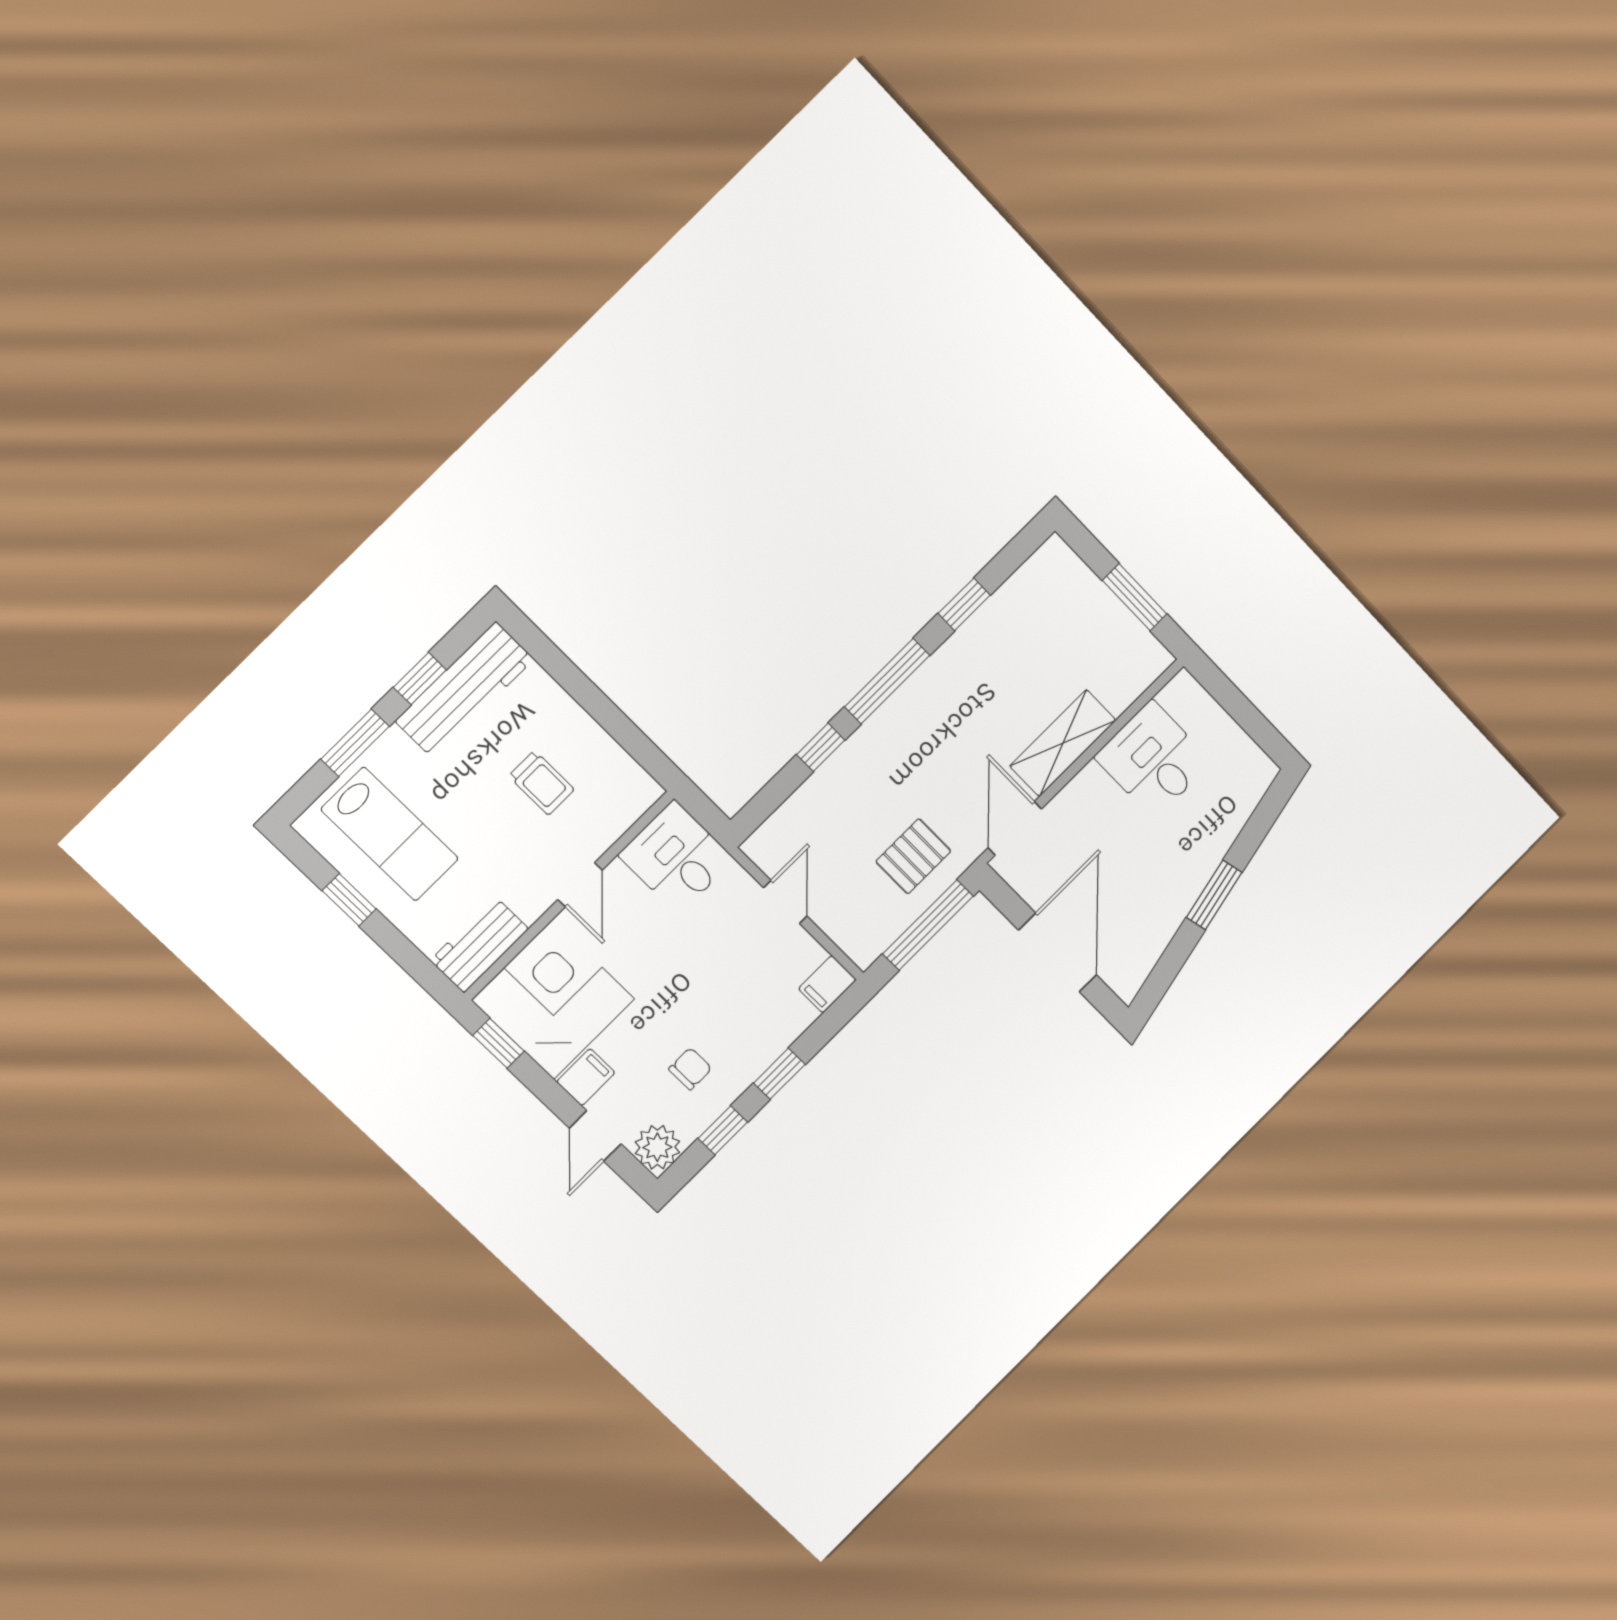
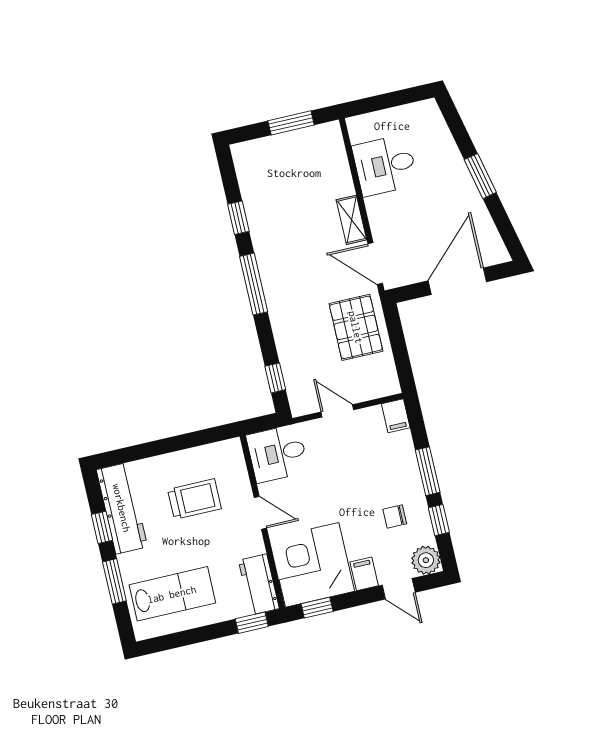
shelving: (1063, 743) -> (351, 220), width x0.67, depth x0.75
window: (821, 747) -> (275, 378), moved
trolley: (541, 783) -> (194, 499), width x1.36, depth x1.39
pallet: (913, 856) -> (356, 327), width x1.50, depth x1.42
window: (349, 900) -> (252, 623), moved
window: (928, 925) -> (398, 342), removed
door: (1058, 952) -> (457, 281), hinge flipped
chair: (690, 1069) -> (395, 516), turned -90
window: (779, 1074) -> (428, 471), width x1.50

